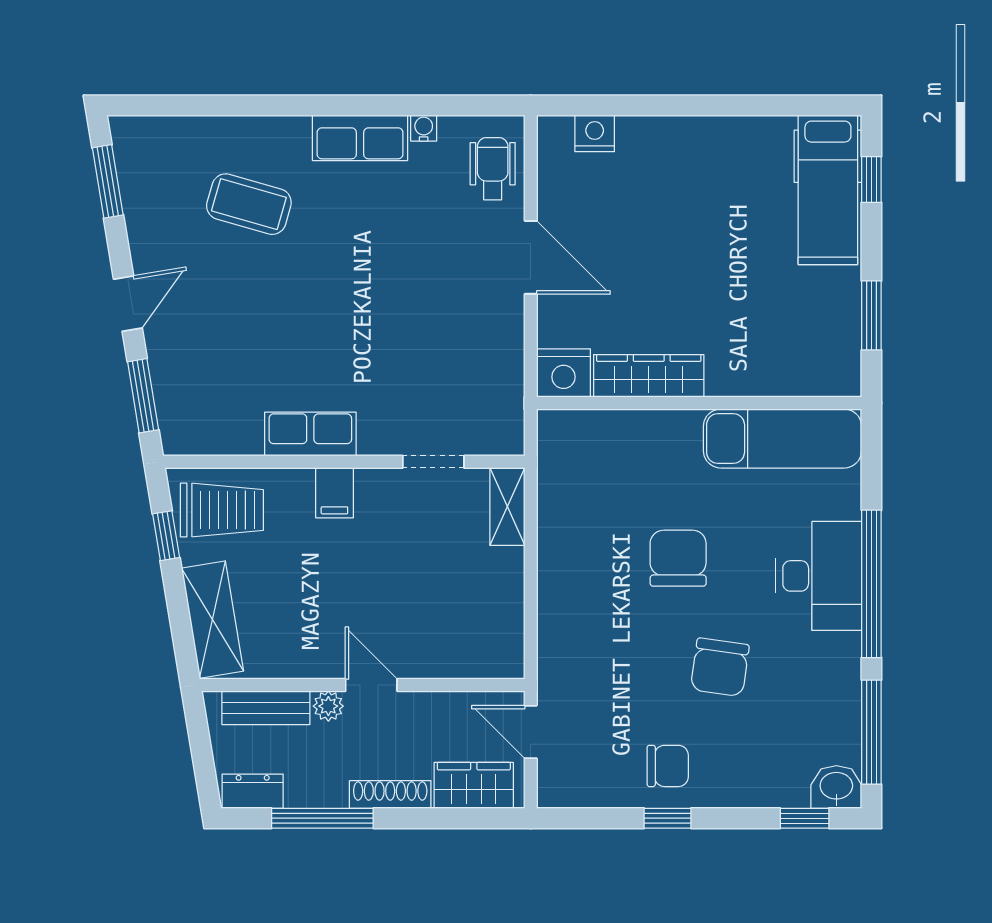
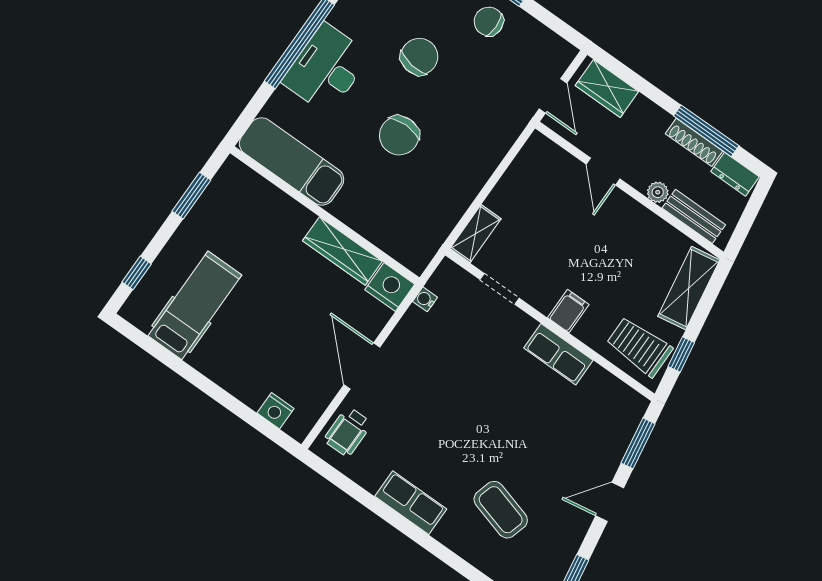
water cooler: (424, 128) -> (425, 299), moved, turned 90
hospital bed: (828, 190) -> (195, 305), moved
door: (371, 685) -> (603, 171), moved
shoe rack: (390, 795) -> (694, 142), moved

